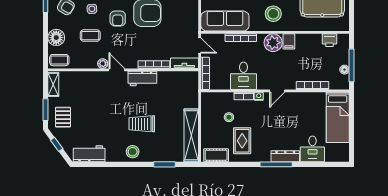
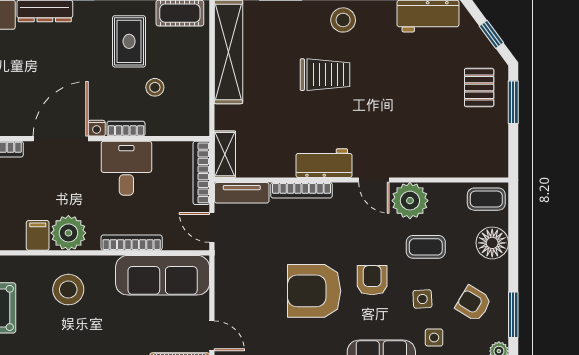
plant: (103, 64) -> (410, 201), width x1.88, depth x1.88
shelving: (53, 84) -> (225, 154), moved
door: (277, 91) -> (61, 139), width x1.88

